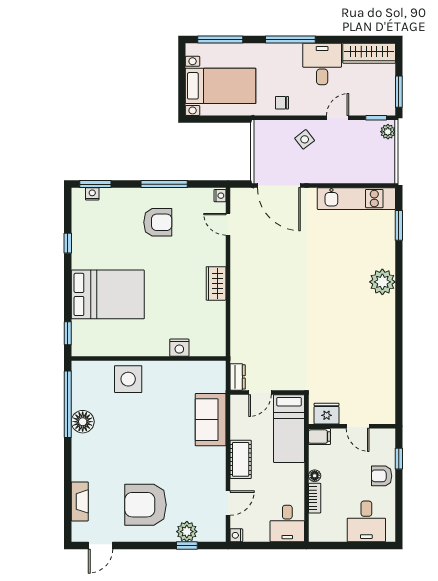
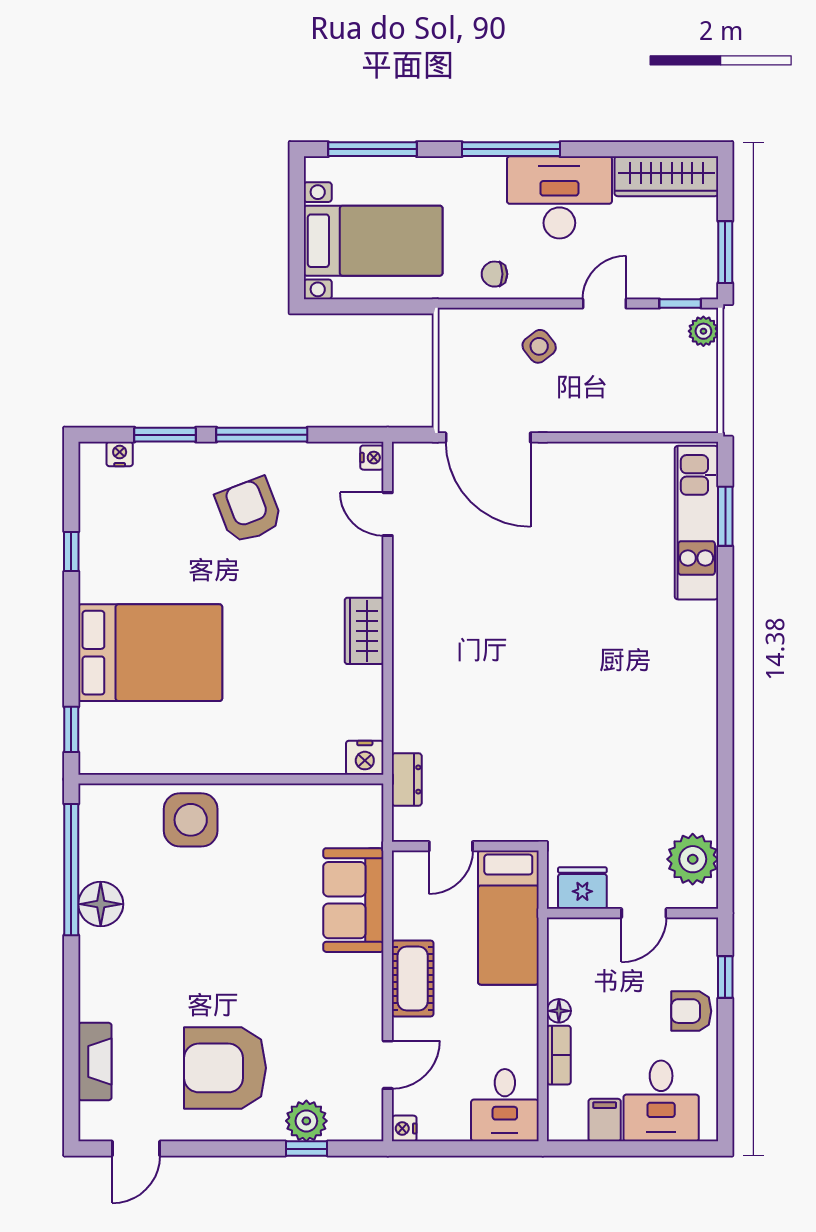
desk: (322, 64) -> (559, 197), width x1.37
window: (95, 184) -> (165, 435), moved
kitchen unit: (356, 199) -> (697, 523), moved, turned 90
armchair: (158, 222) -> (249, 510), turned -111
plant: (382, 282) -> (693, 859), moved
nightstand: (179, 348) -> (365, 758), moved
dresser: (238, 377) -> (407, 779), moved
door: (358, 426) -> (644, 913), hinge flipped
filing cabinet: (319, 437) -> (605, 1120), moved, turned -90

